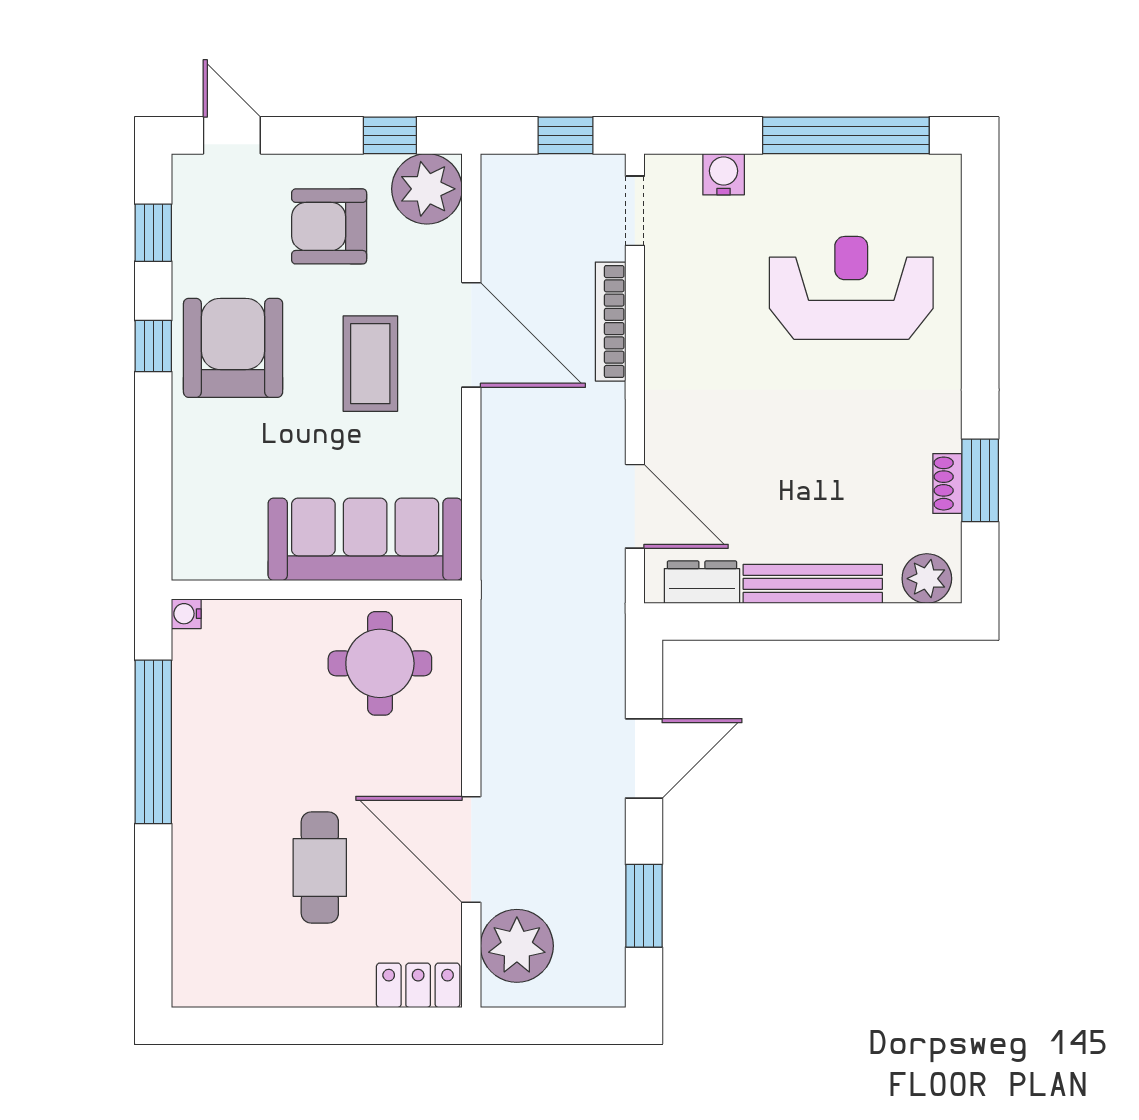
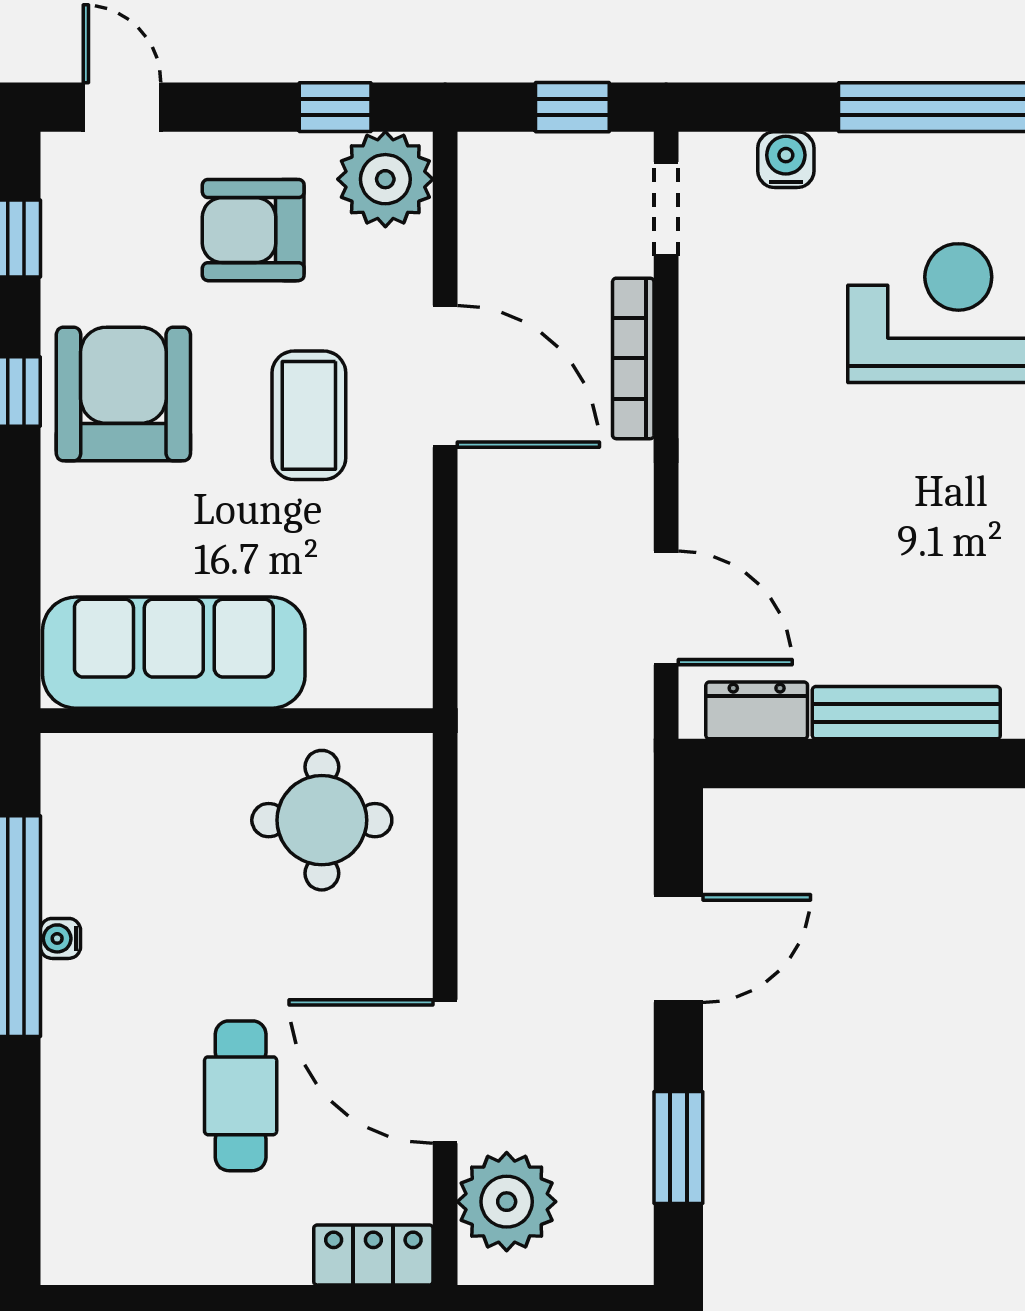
sofa: (365, 539) -> (174, 653), moved
water cooler: (186, 614) -> (60, 938), moved

